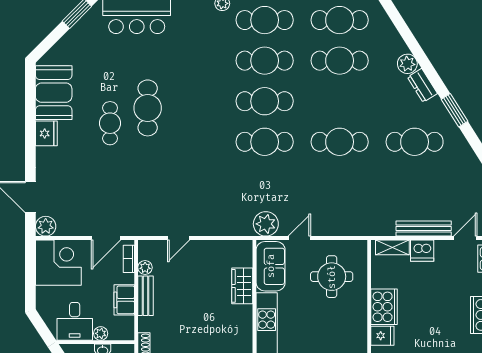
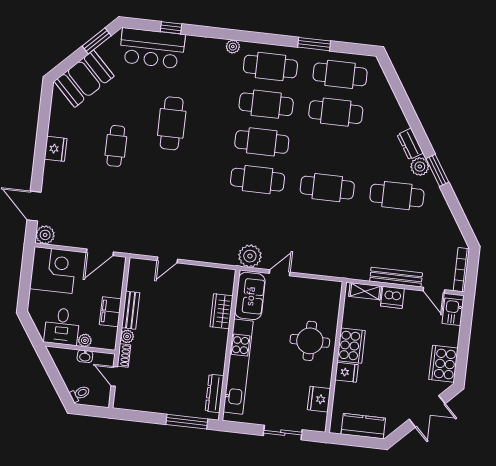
plant: (407, 64) -> (420, 167), moved
booth: (54, 93) -> (84, 79), moved, turned 45
cafe table: (148, 108) -> (172, 123), moved
door: (465, 238) -> (434, 290), swing flipped
bookcase: (129, 259) -> (119, 274), removed
plant: (145, 267) -> (127, 336), moved
round table: (332, 277) -> (310, 341), moved

